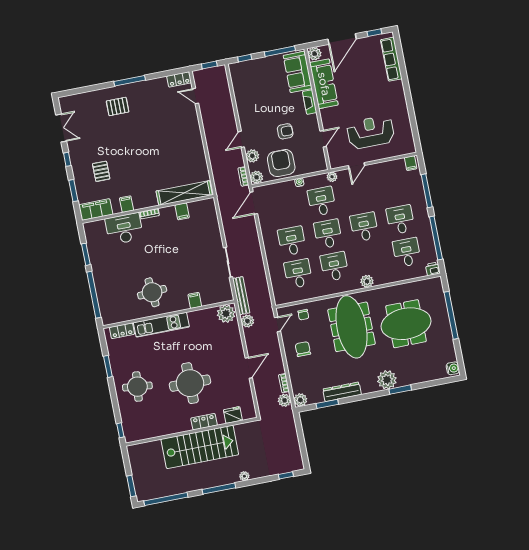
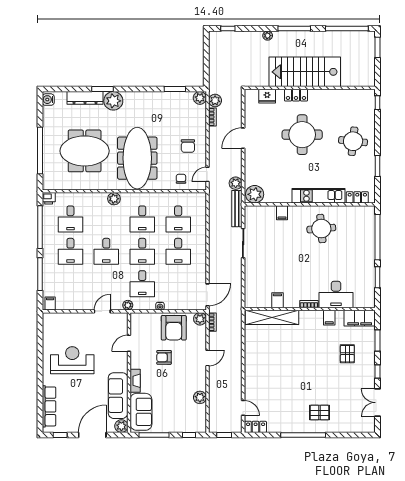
window: (130, 81) -> (303, 435), width x1.46
reception desk: (371, 132) -> (72, 360), moved, turned 180
plant: (252, 156) -> (200, 397), moved
dresser: (342, 392) -> (85, 98), moved

